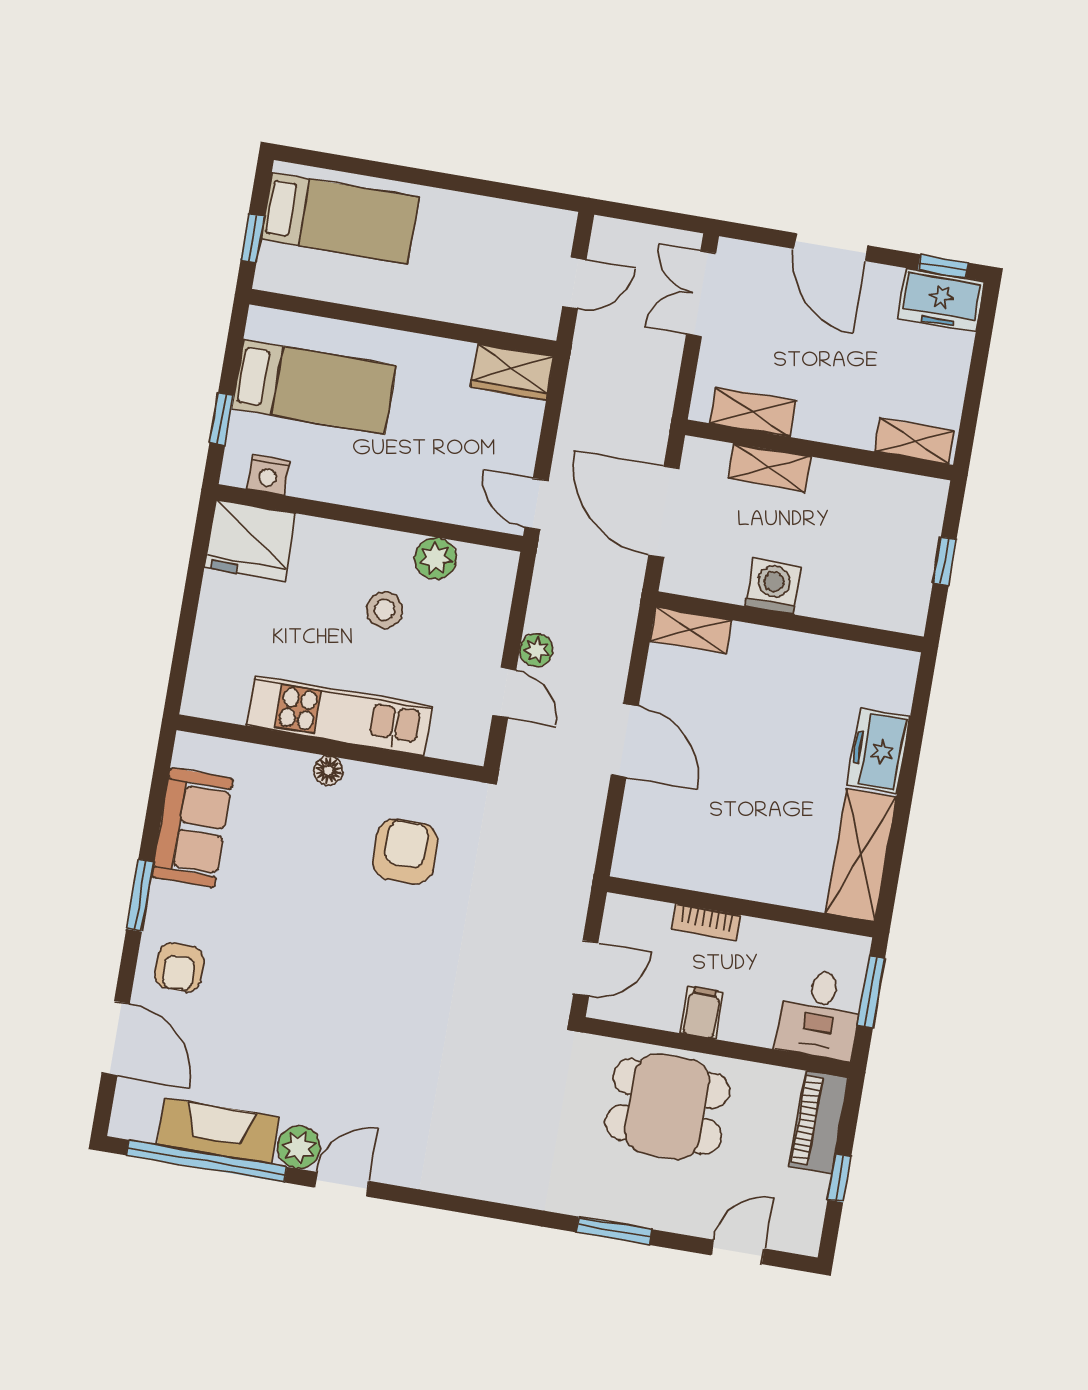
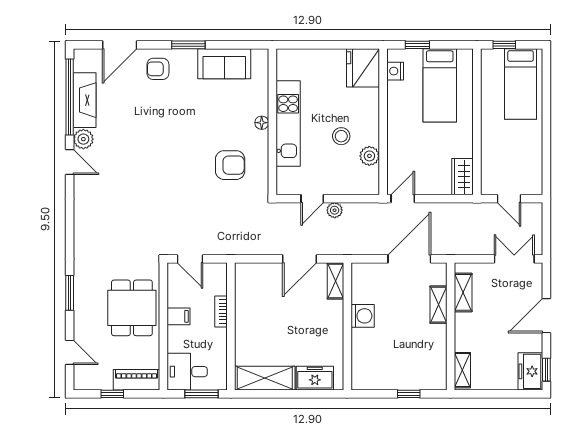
washing machine: (773, 586) -> (363, 316), moved
wall: (790, 622) -> (347, 326), moved
shelving: (691, 631) -> (335, 281), moved

